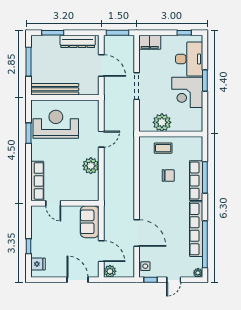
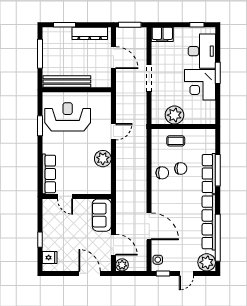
chair: (150, 180) -> (162, 173), added
plant: (198, 273) -> (207, 262), width x1.88, depth x1.88

